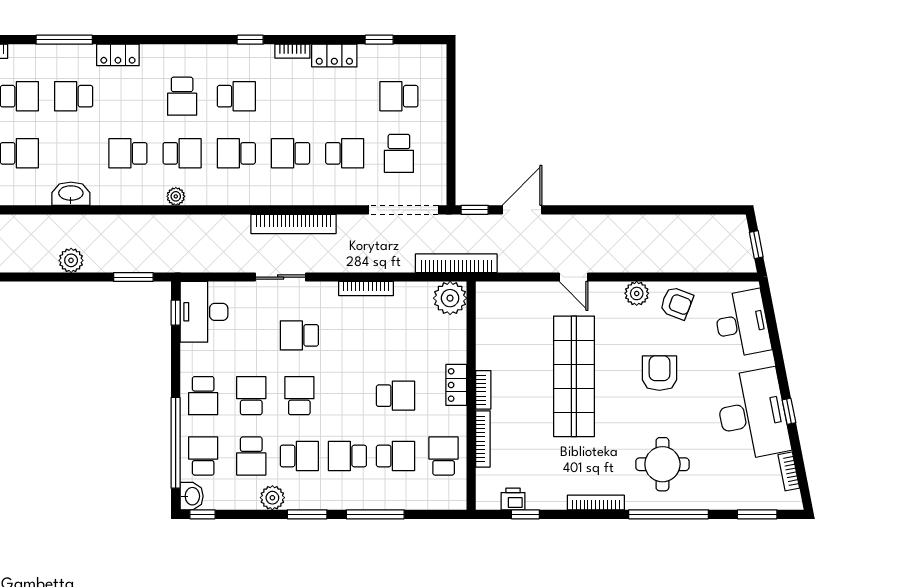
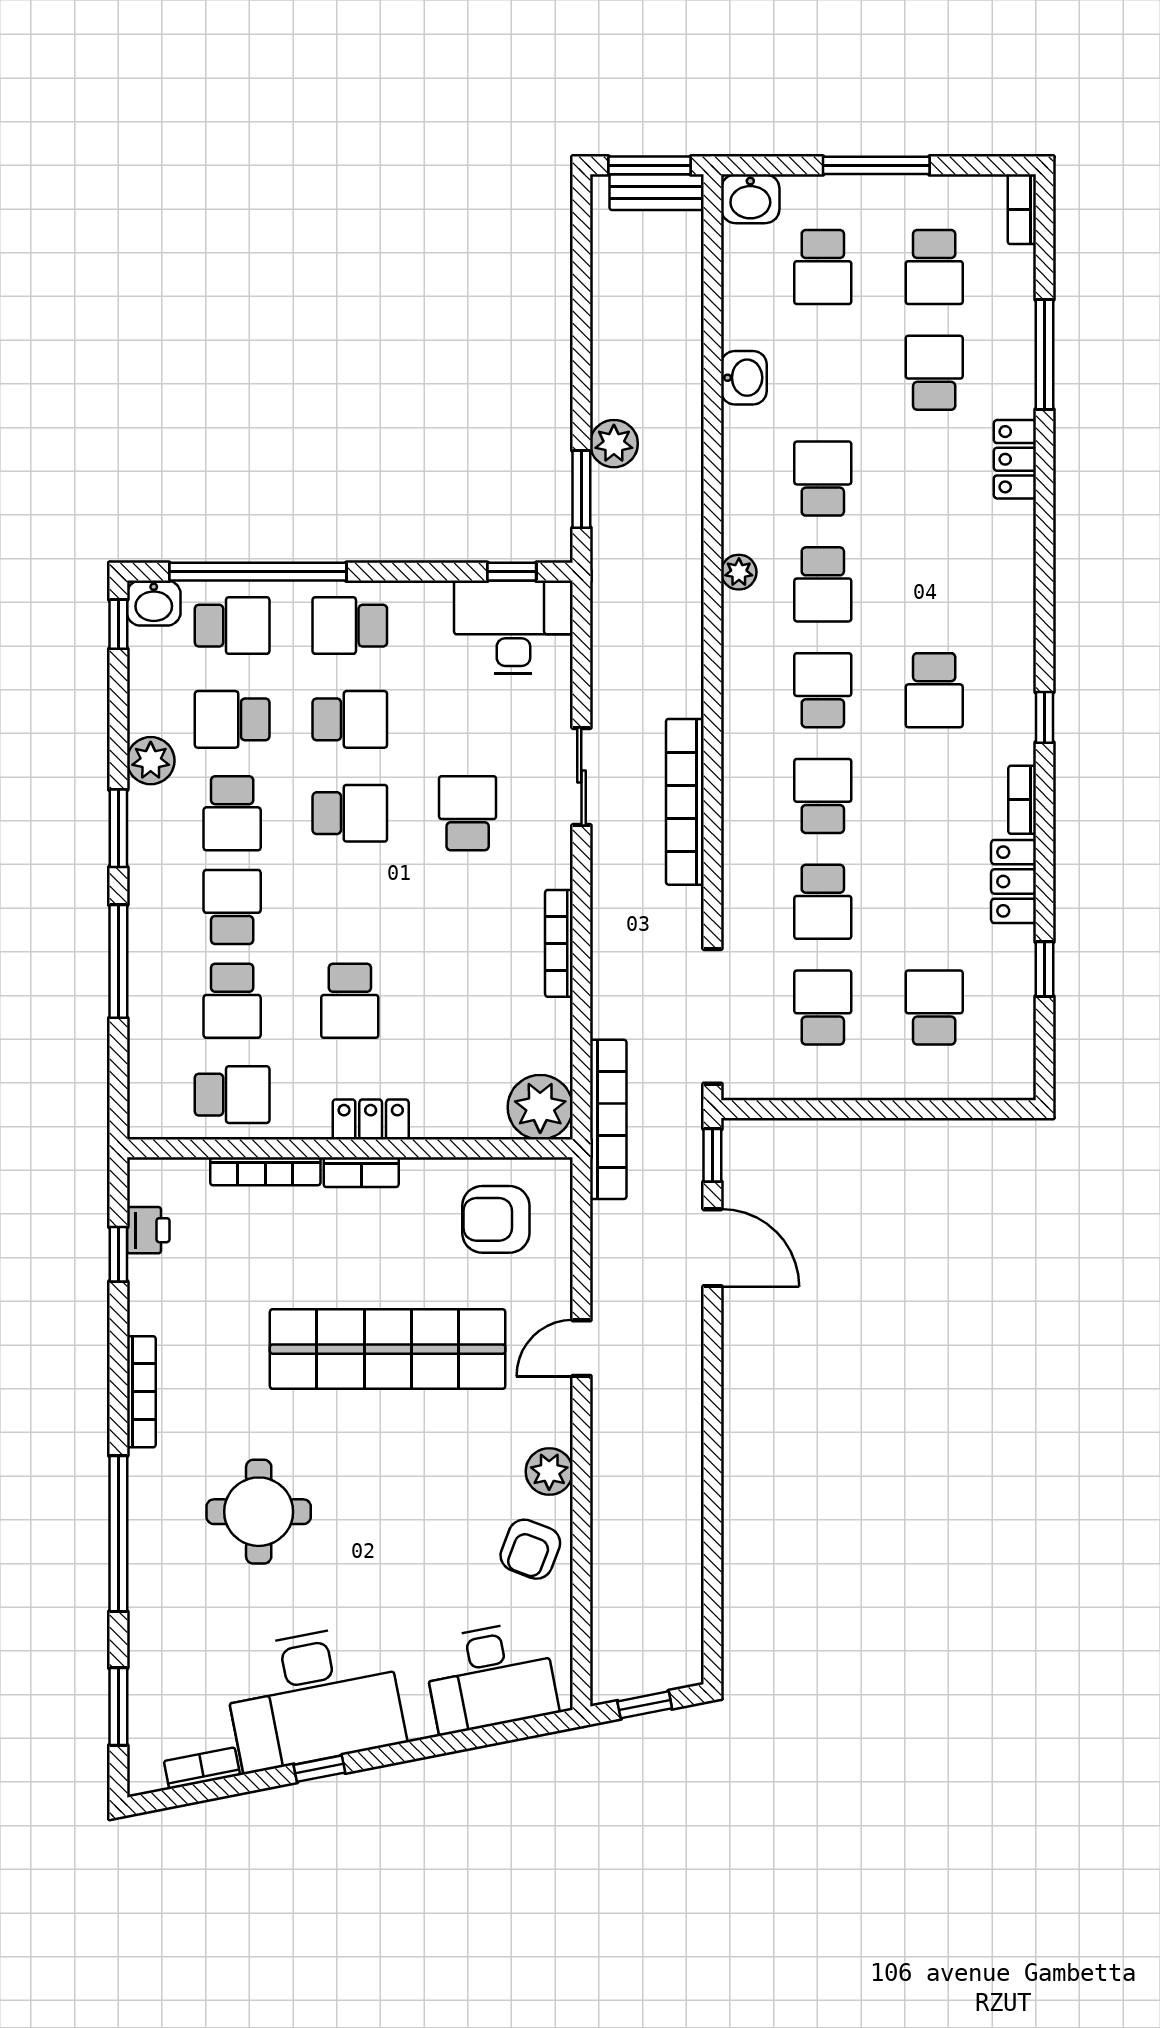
school desk: (182, 96) -> (934, 584), removed
school desk: (399, 153) -> (823, 1008), turned 90
washbasin: (71, 194) -> (744, 378), width x0.72
plant: (71, 260) -> (614, 444), moved
armchair: (659, 373) -> (496, 1219), moved, turned 180
round table: (662, 464) -> (259, 1512), moved

